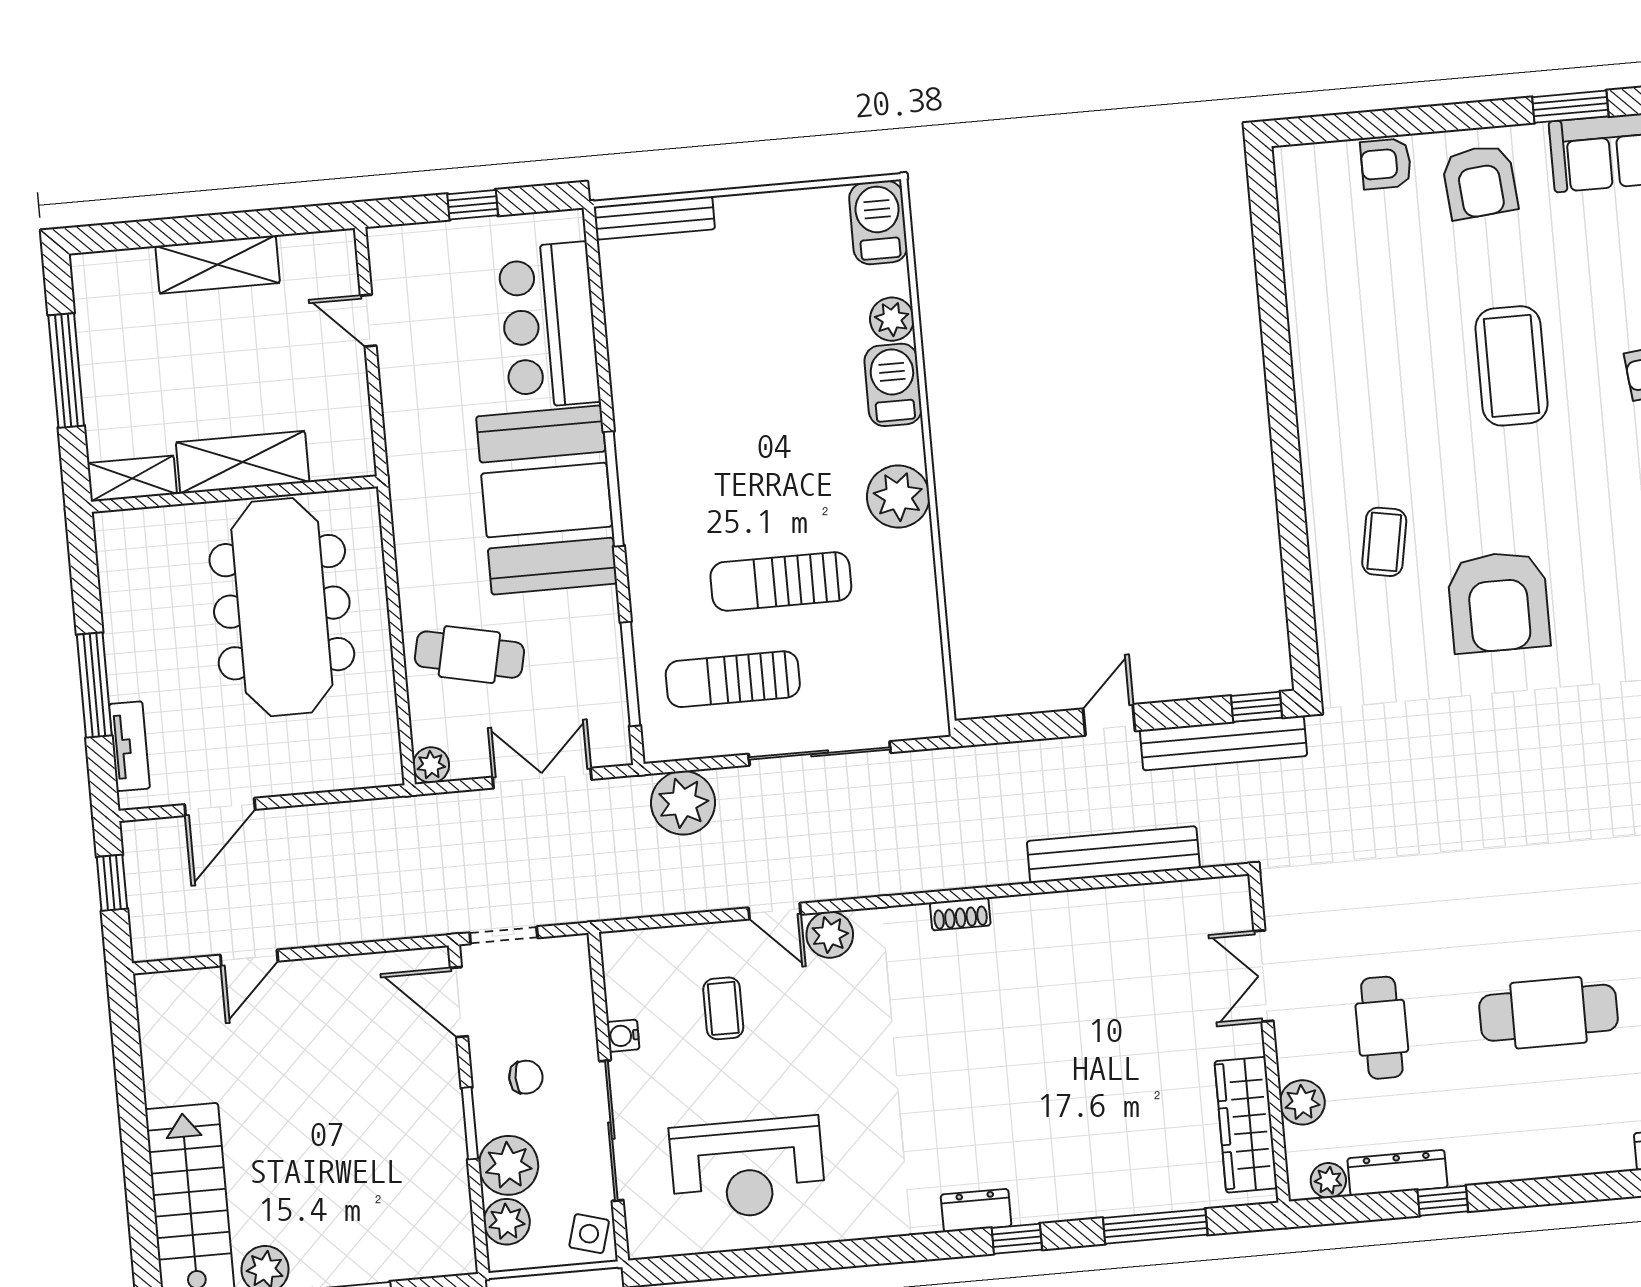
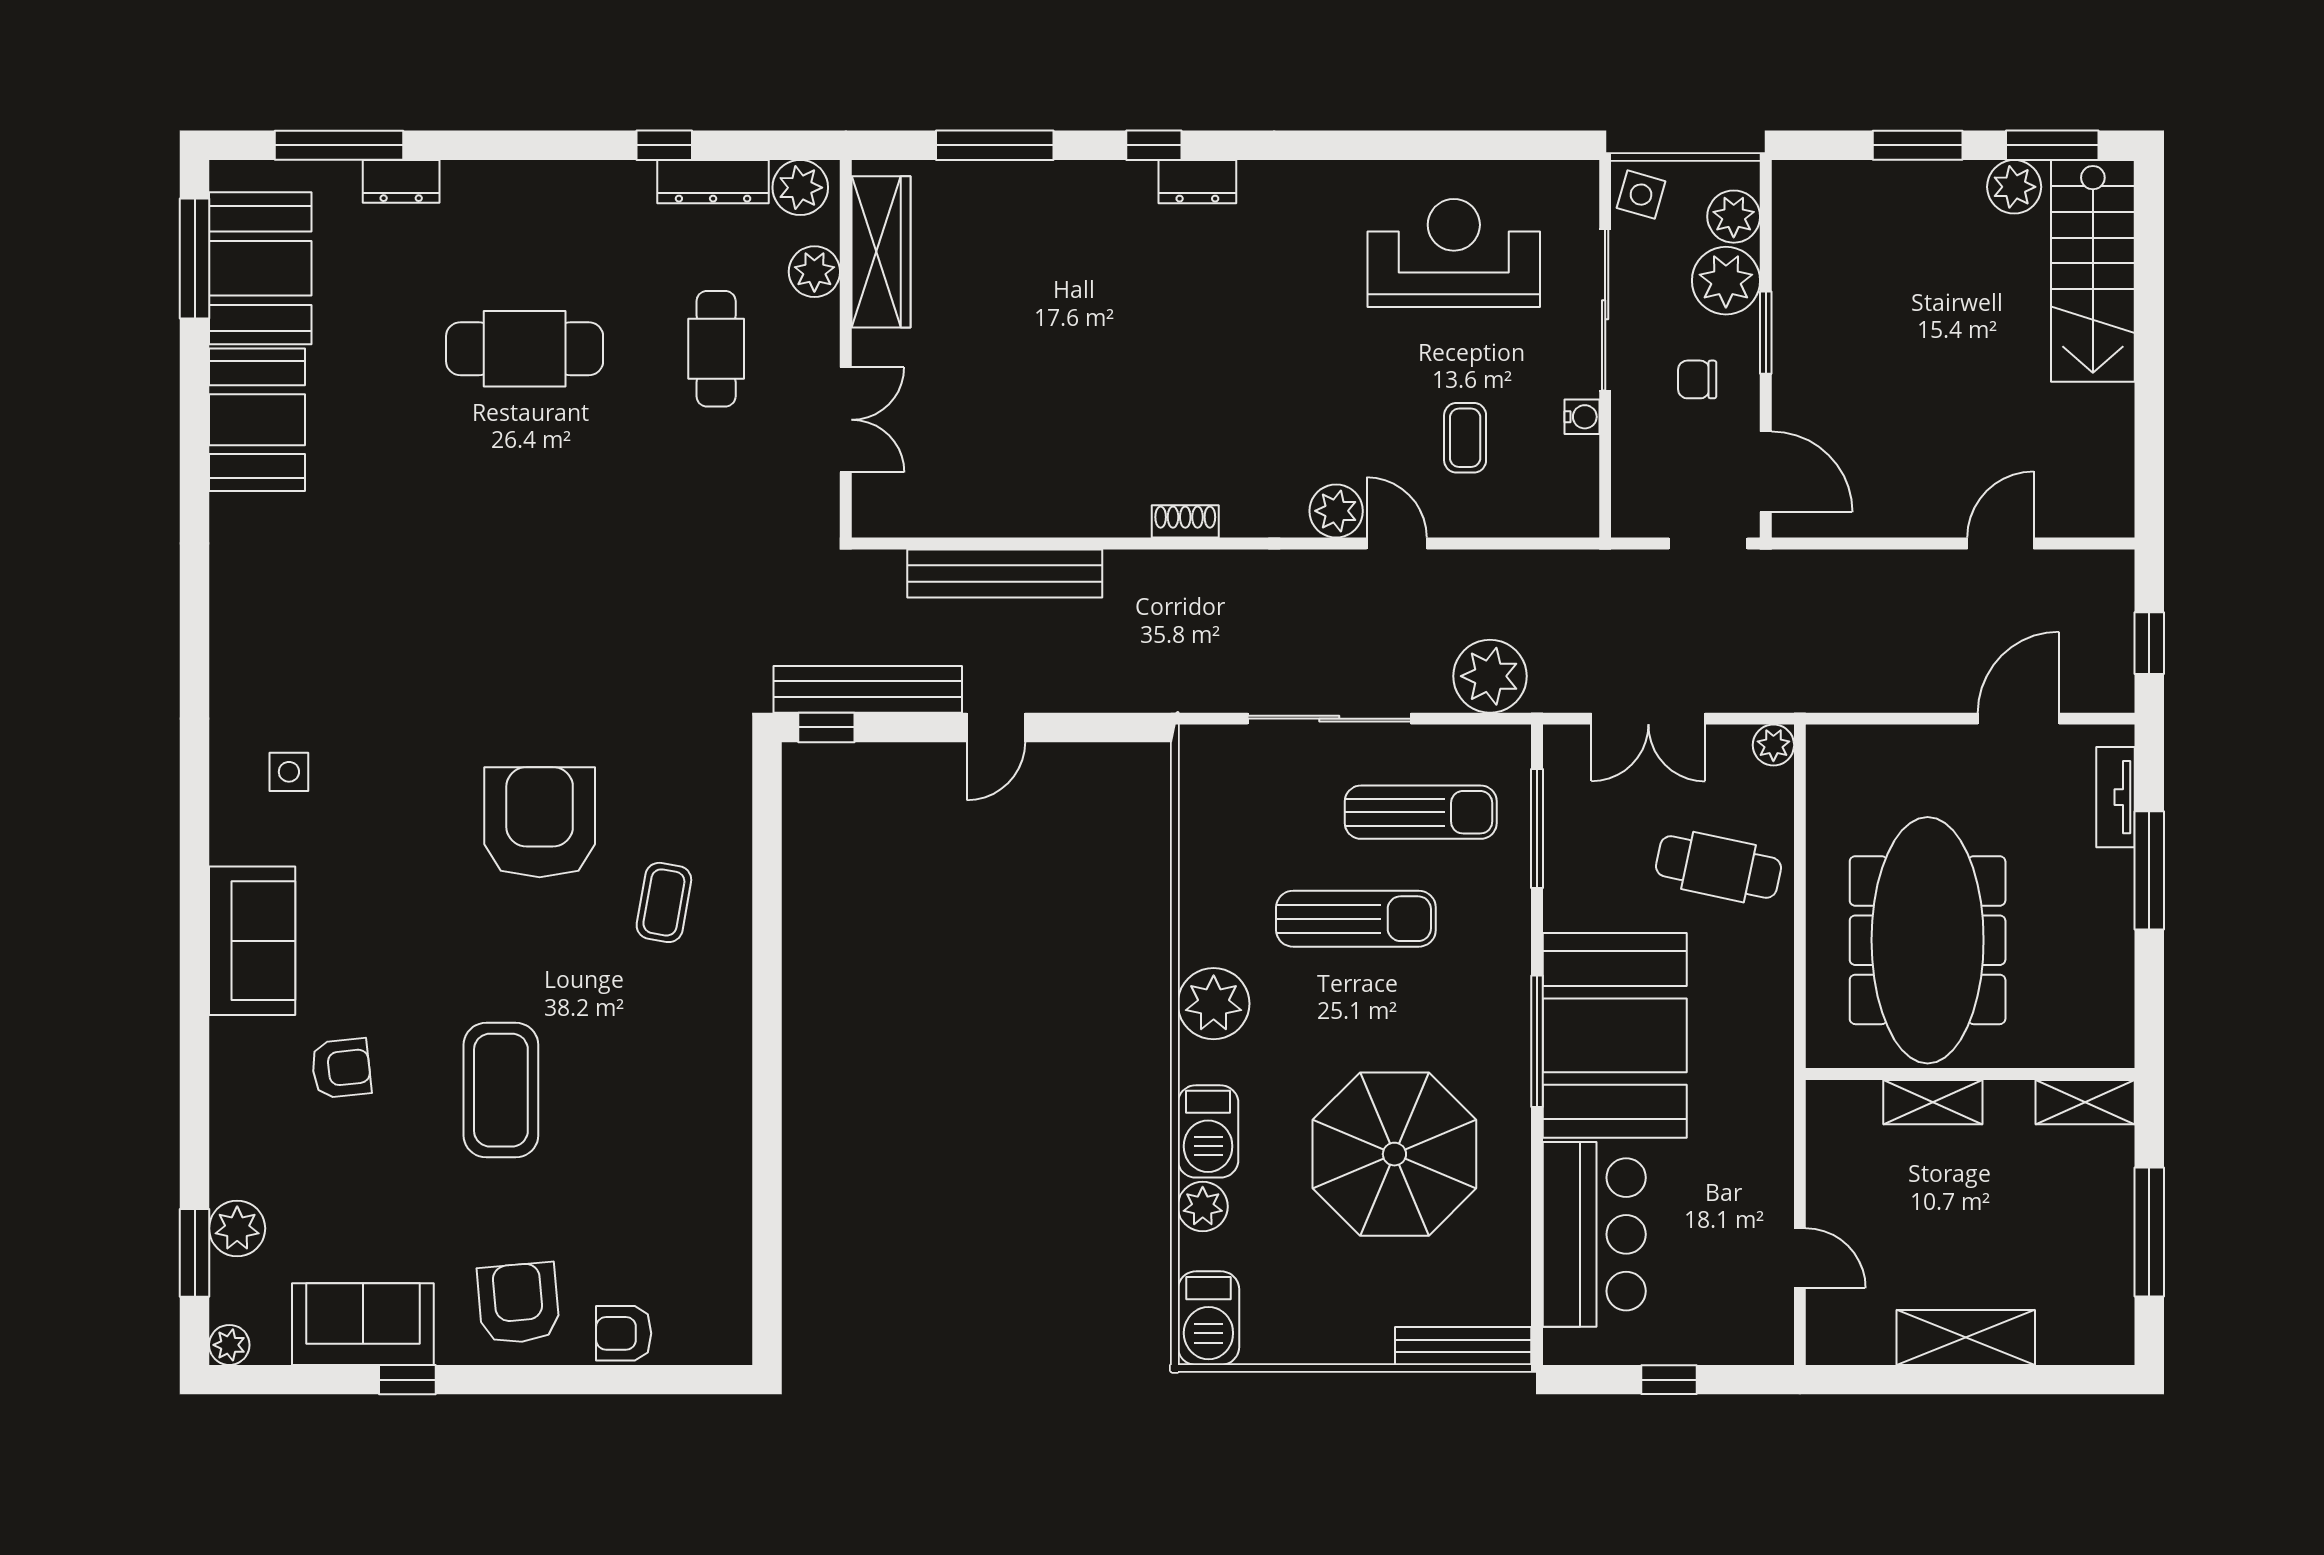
window: (1570, 107) -> (407, 1380), width x0.67
armchair: (1386, 164) -> (624, 1333), turned 180
parasol: (729, 380) -> (1394, 1154), added
shelving: (243, 462) -> (1933, 1102), width x0.67, depth x0.75
plant: (1328, 1180) -> (800, 188), width x1.38, depth x1.38

